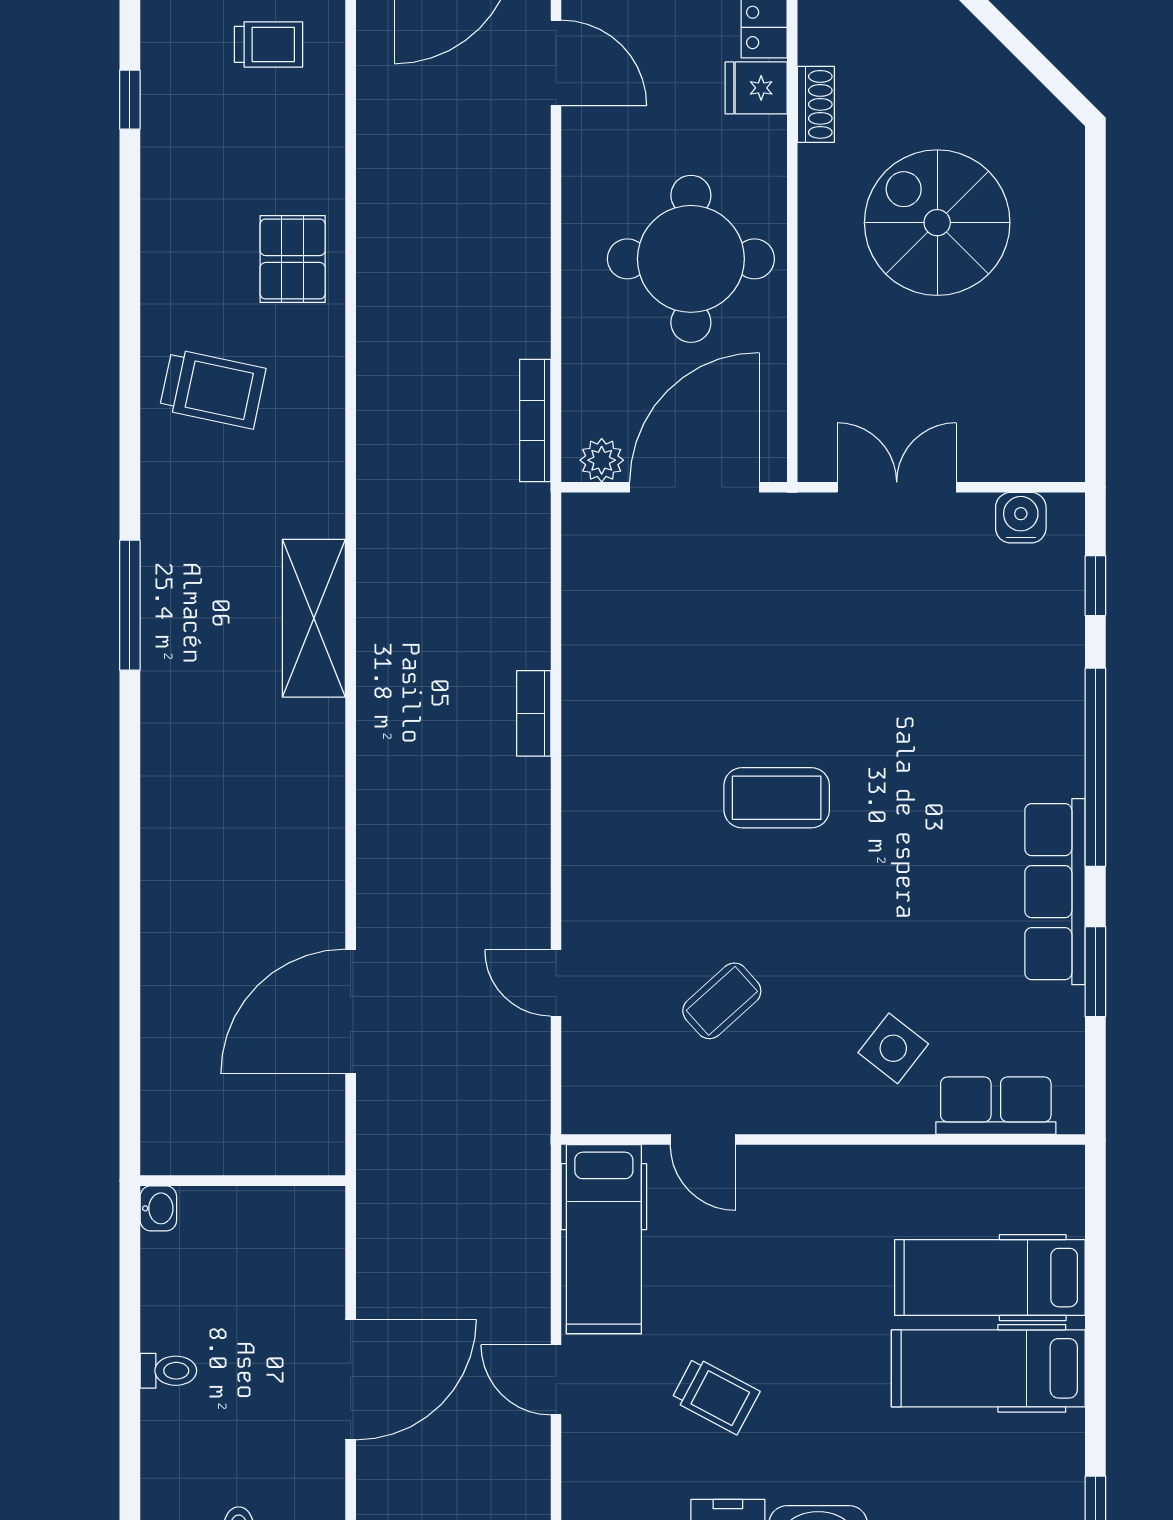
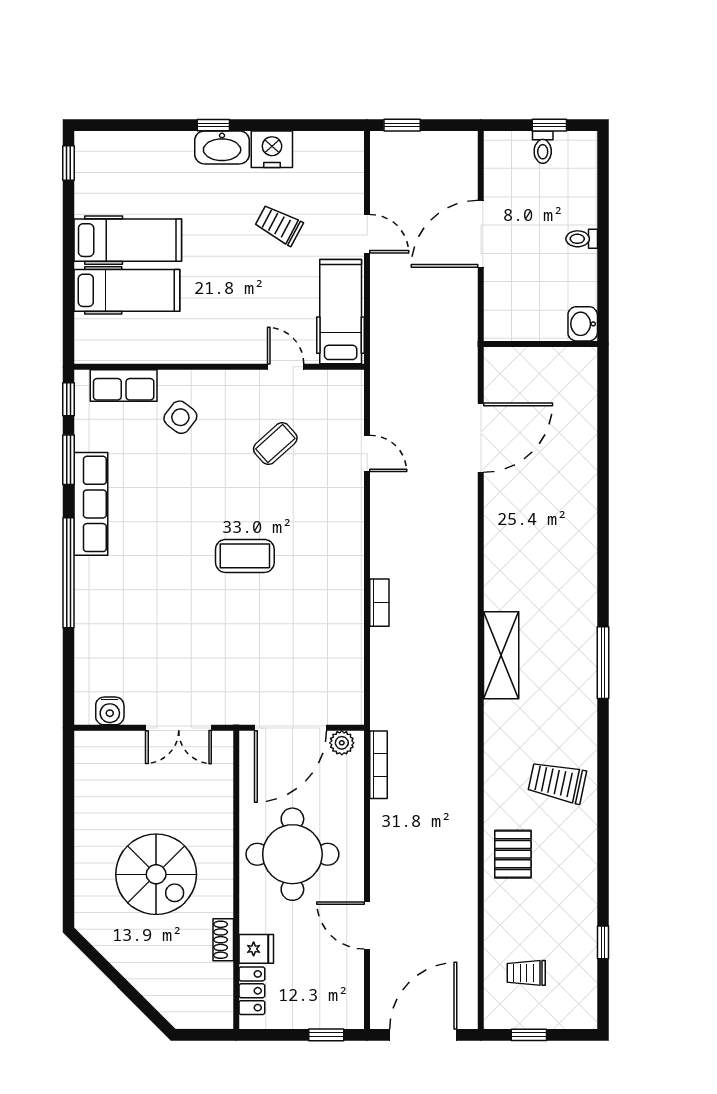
door: (556, 63) -> (367, 925), moved
window: (1095, 586) -> (69, 399), moved
washbasin: (158, 1208) -> (583, 324), width x1.38, depth x1.45

